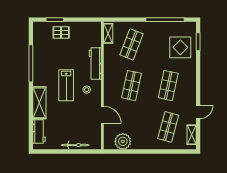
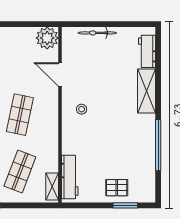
workbench: (95, 64) -> (70, 177), moved
lab bench: (66, 85) -> (110, 115), removed
plant: (123, 141) -> (47, 38), moved

